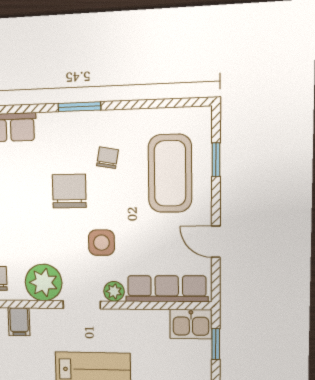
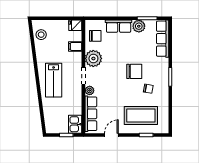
side table: (101, 243) -> (111, 85), removed

